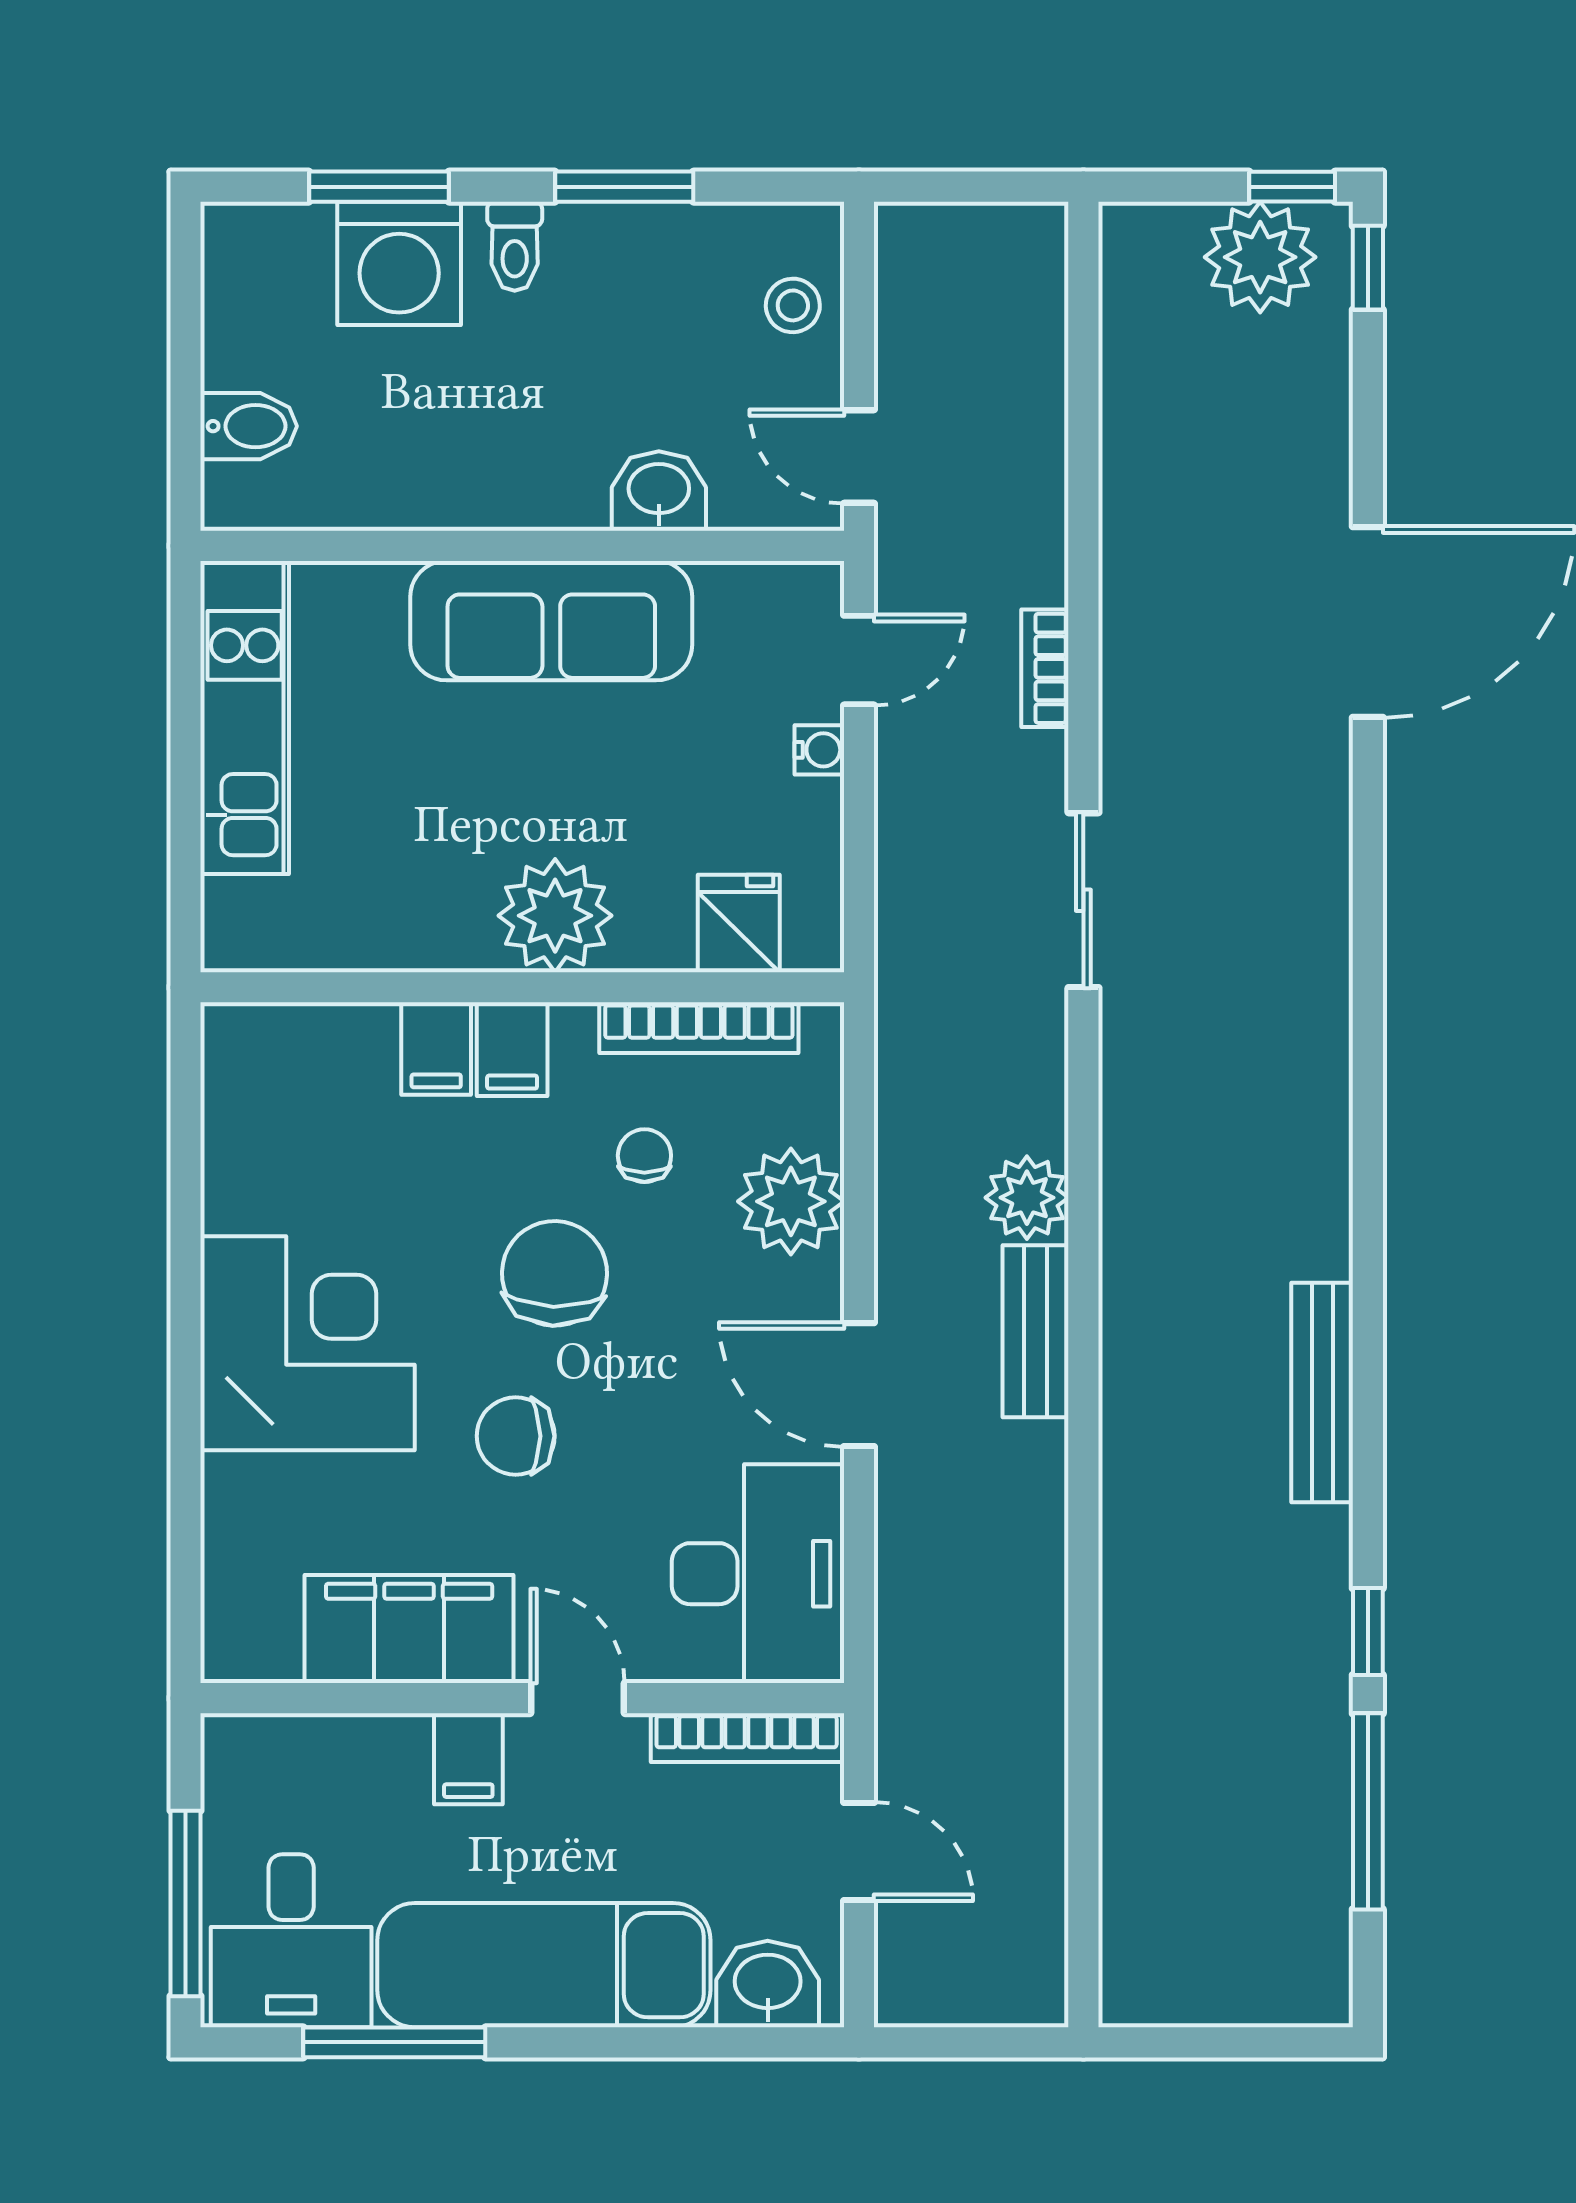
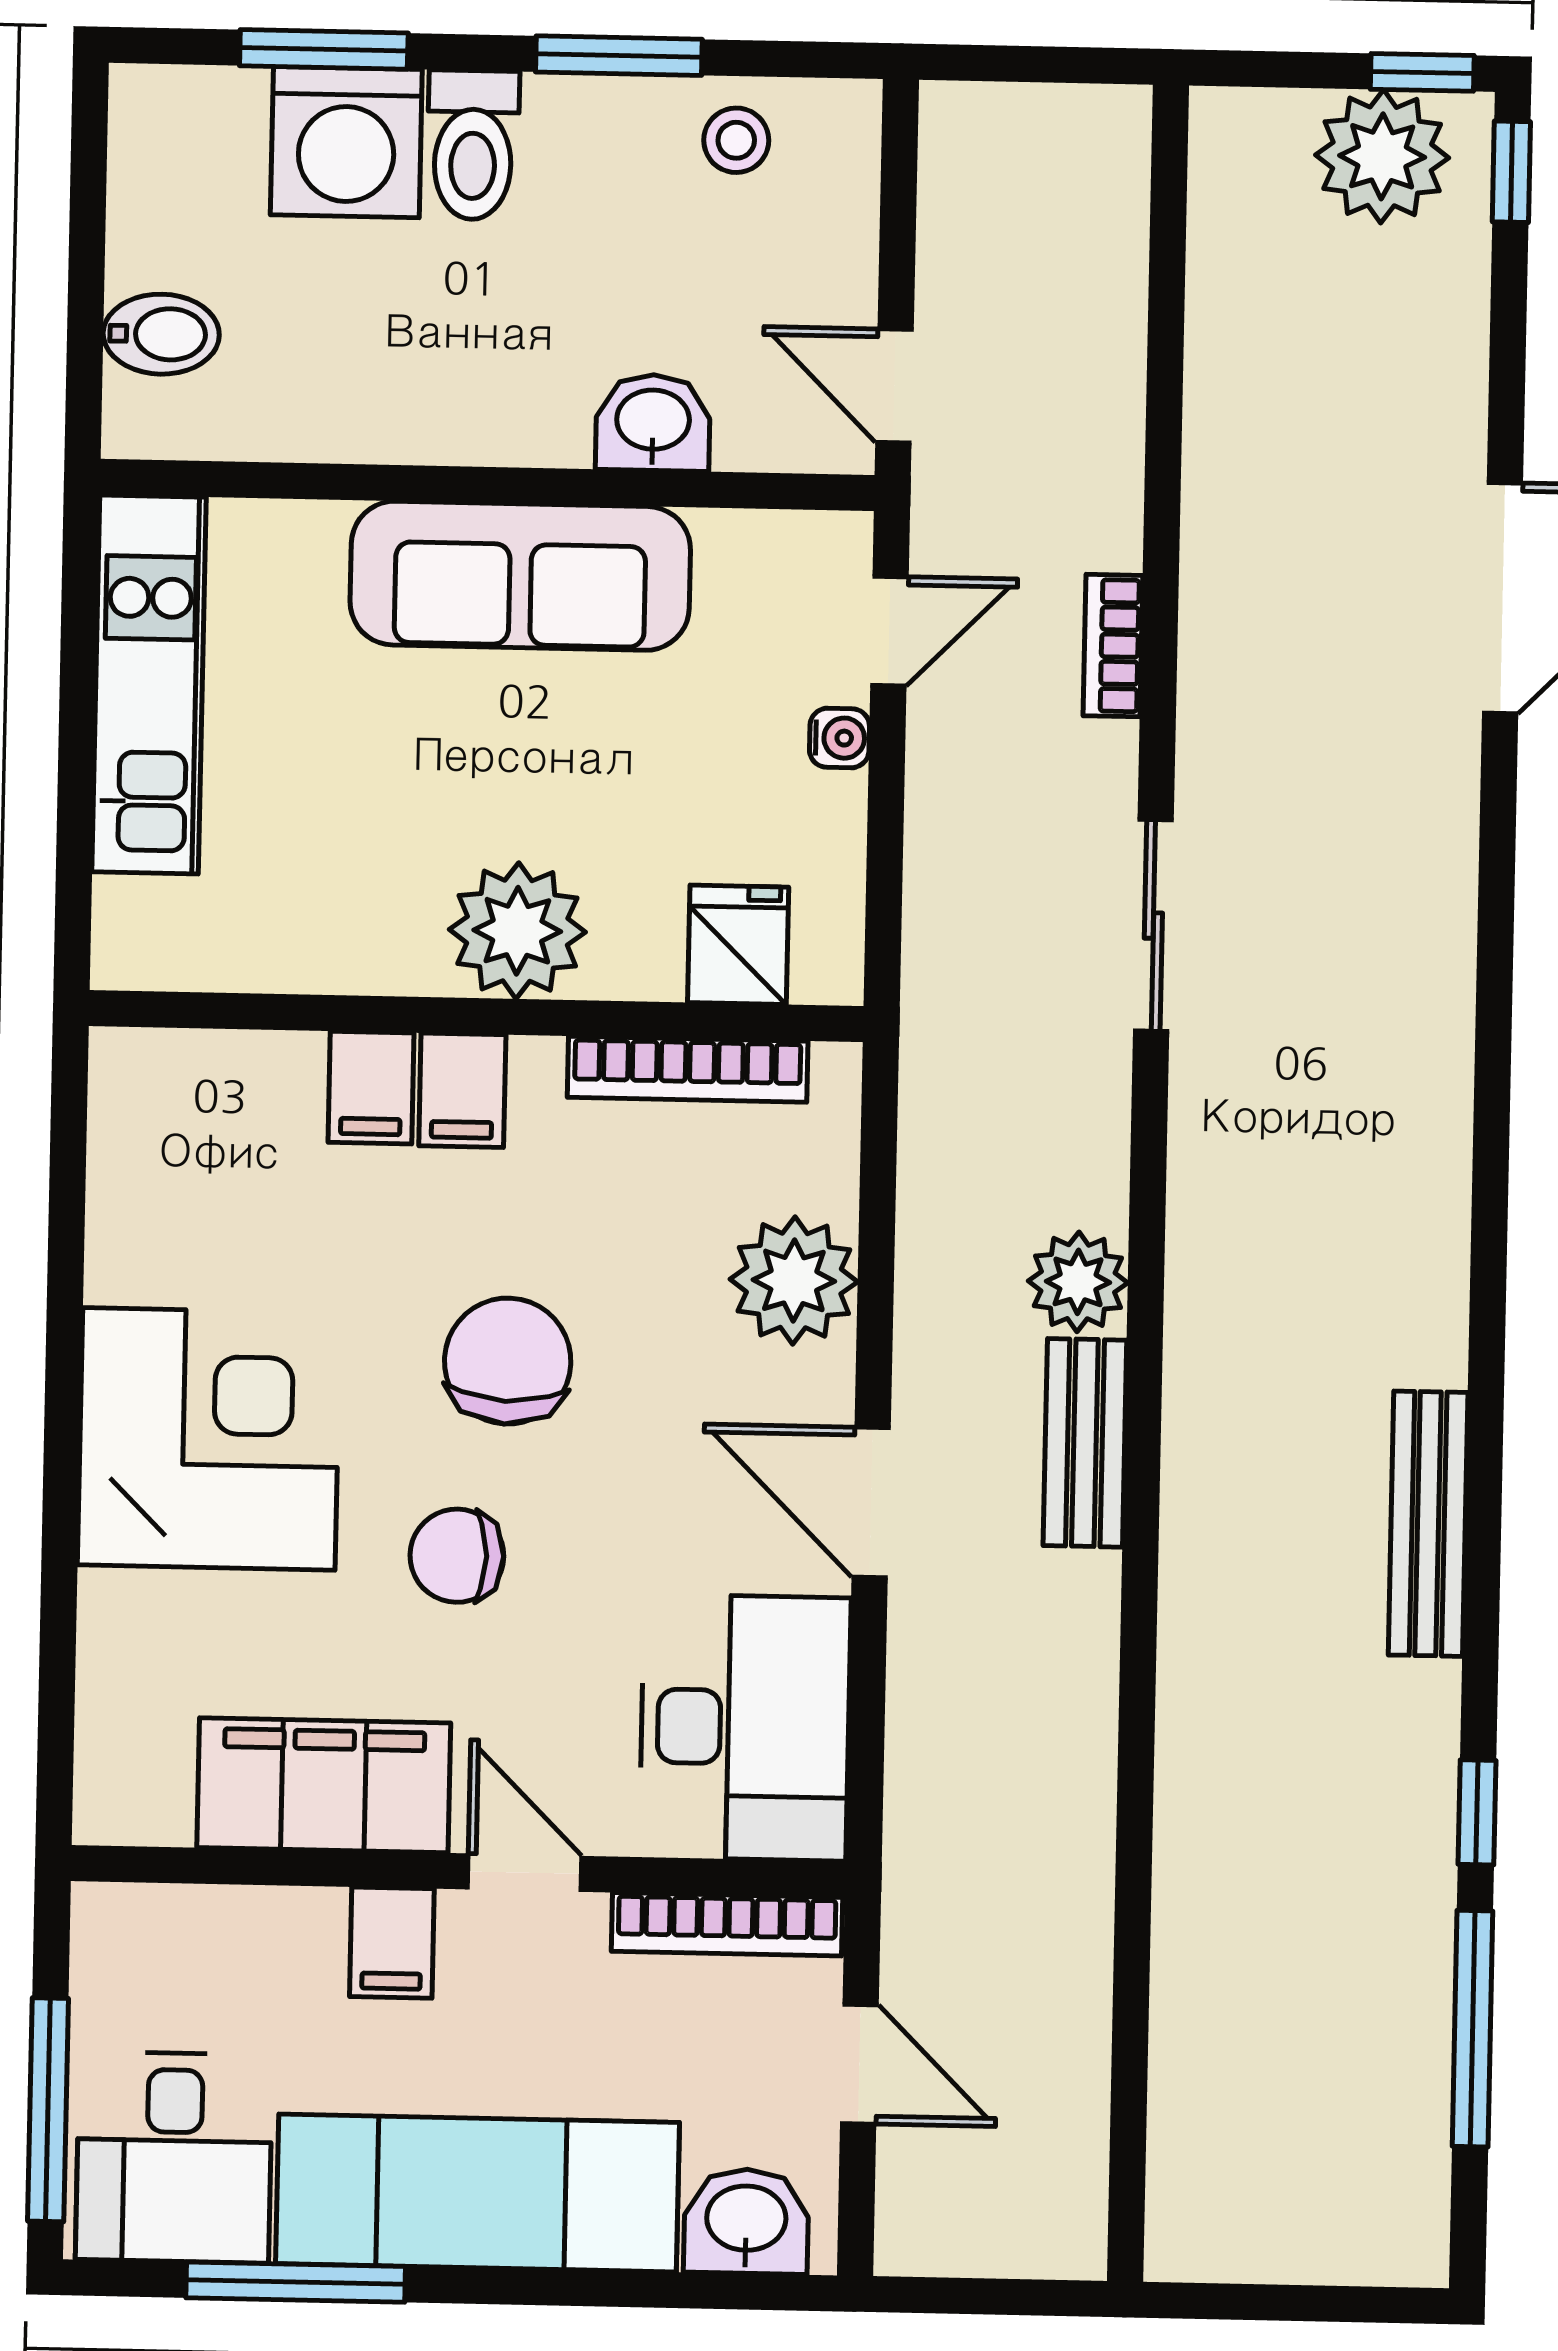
toilet: (515, 246) -> (473, 145), width x1.37, depth x1.39
stool: (793, 305) -> (736, 140), moved
chair: (644, 1156) -> (619, 1222), removed

